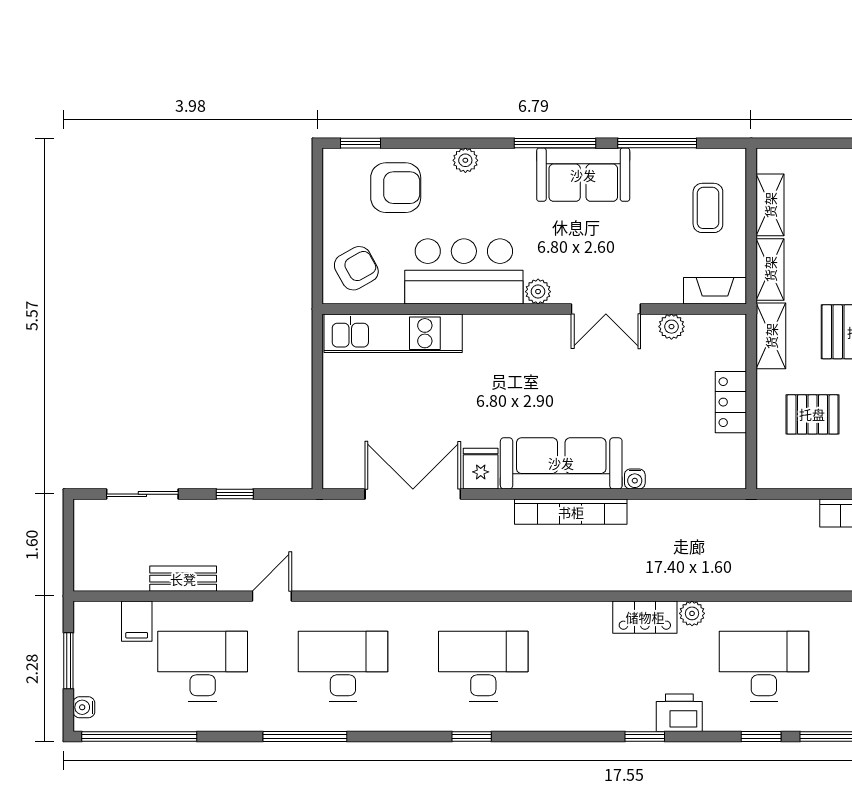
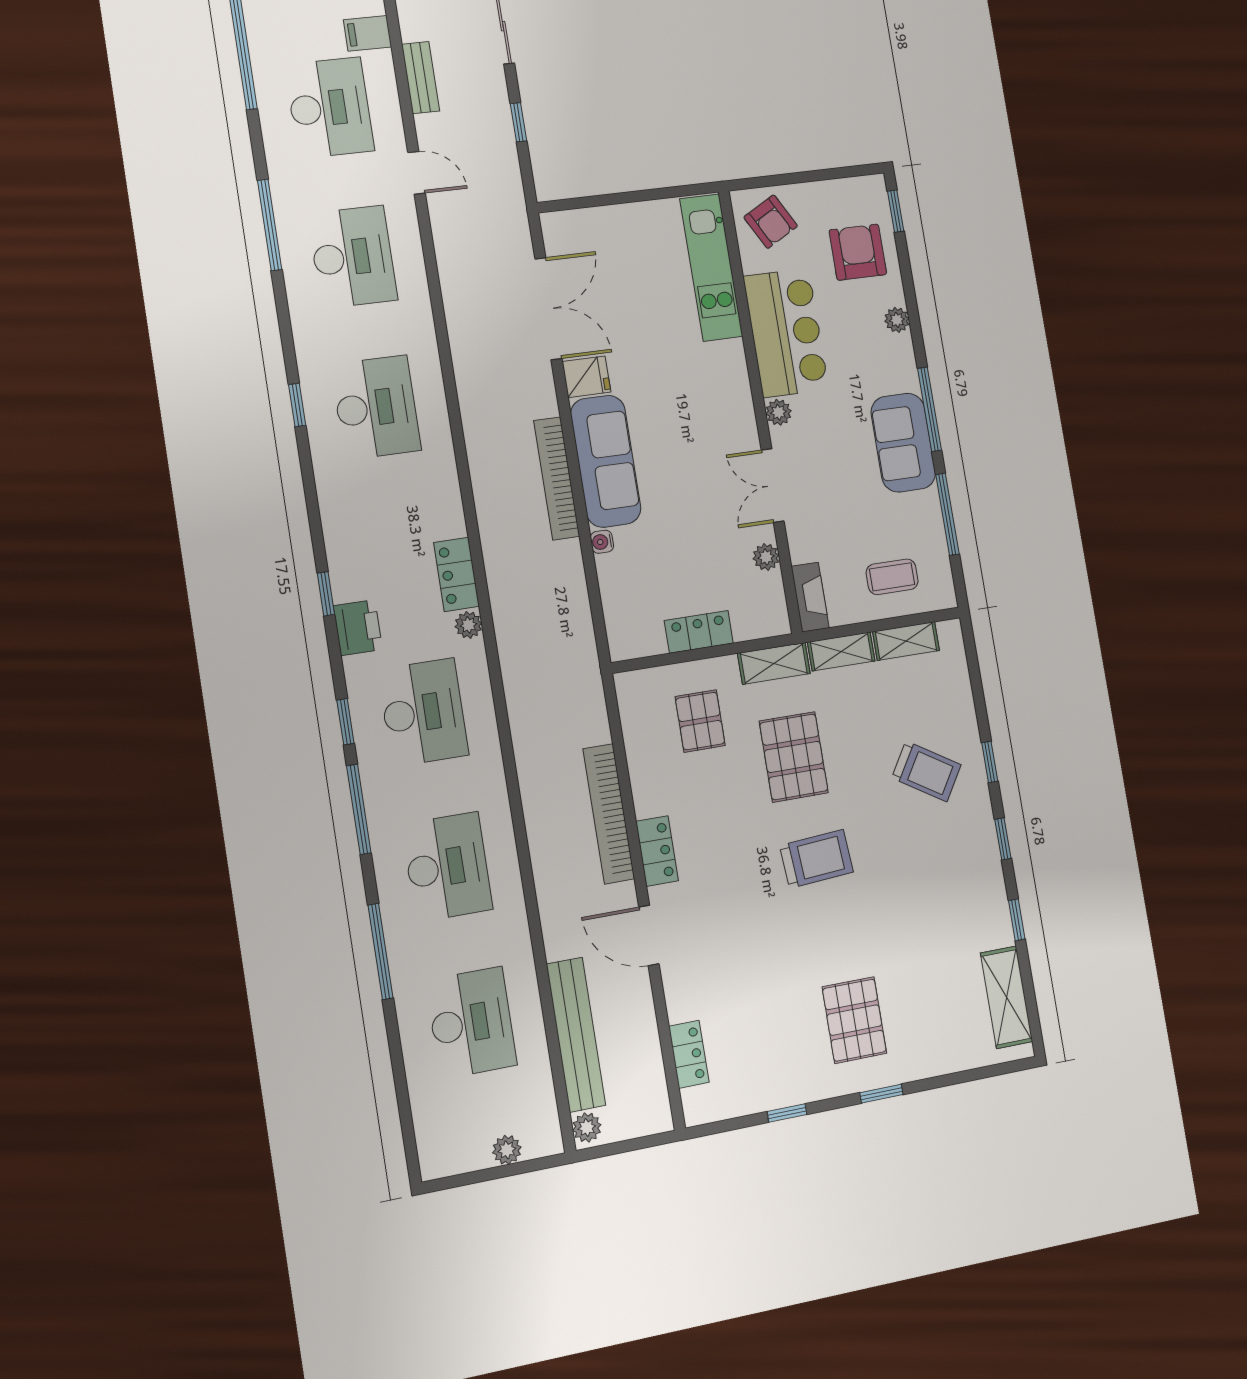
armchair: (396, 188) -> (858, 252), turned 180

